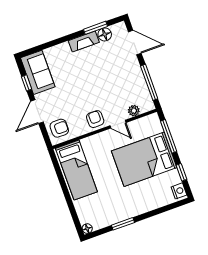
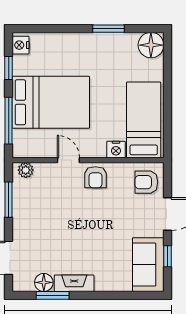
window: (149, 82) -> (9, 200), width x0.69
plant: (134, 111) -> (26, 170), moved
nightstand: (88, 143) -> (116, 149), added
floor lamp: (87, 229) -> (151, 45), width x1.89, depth x1.89

